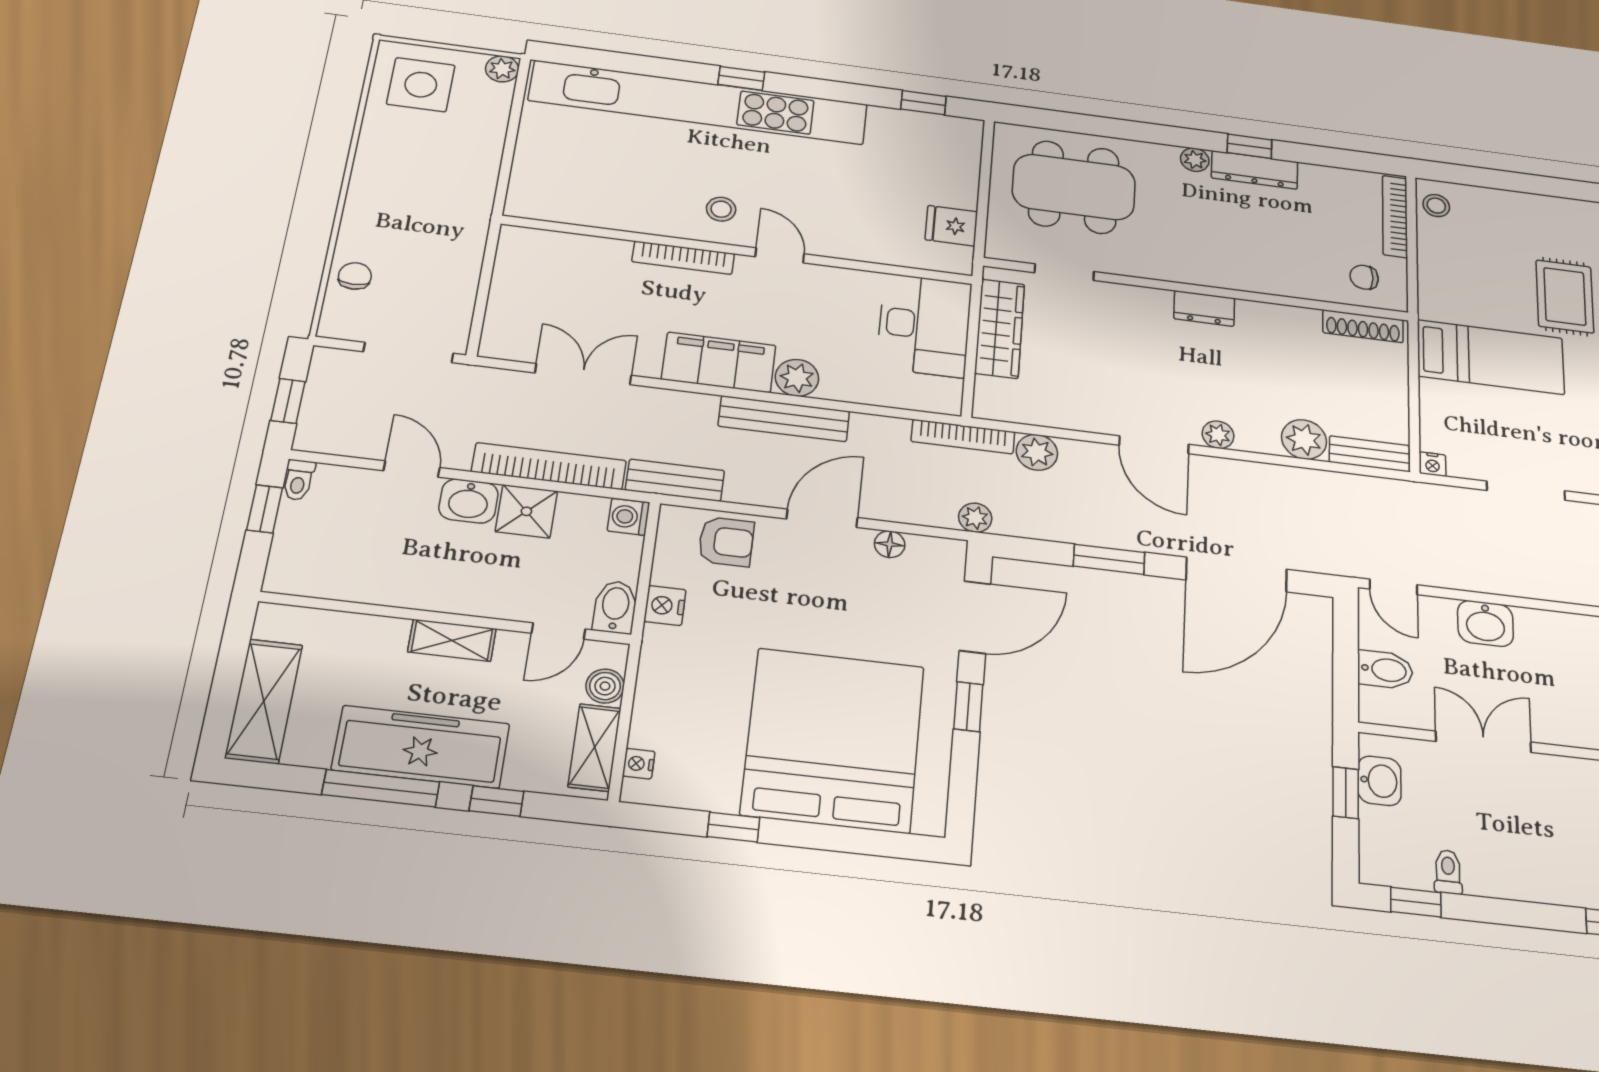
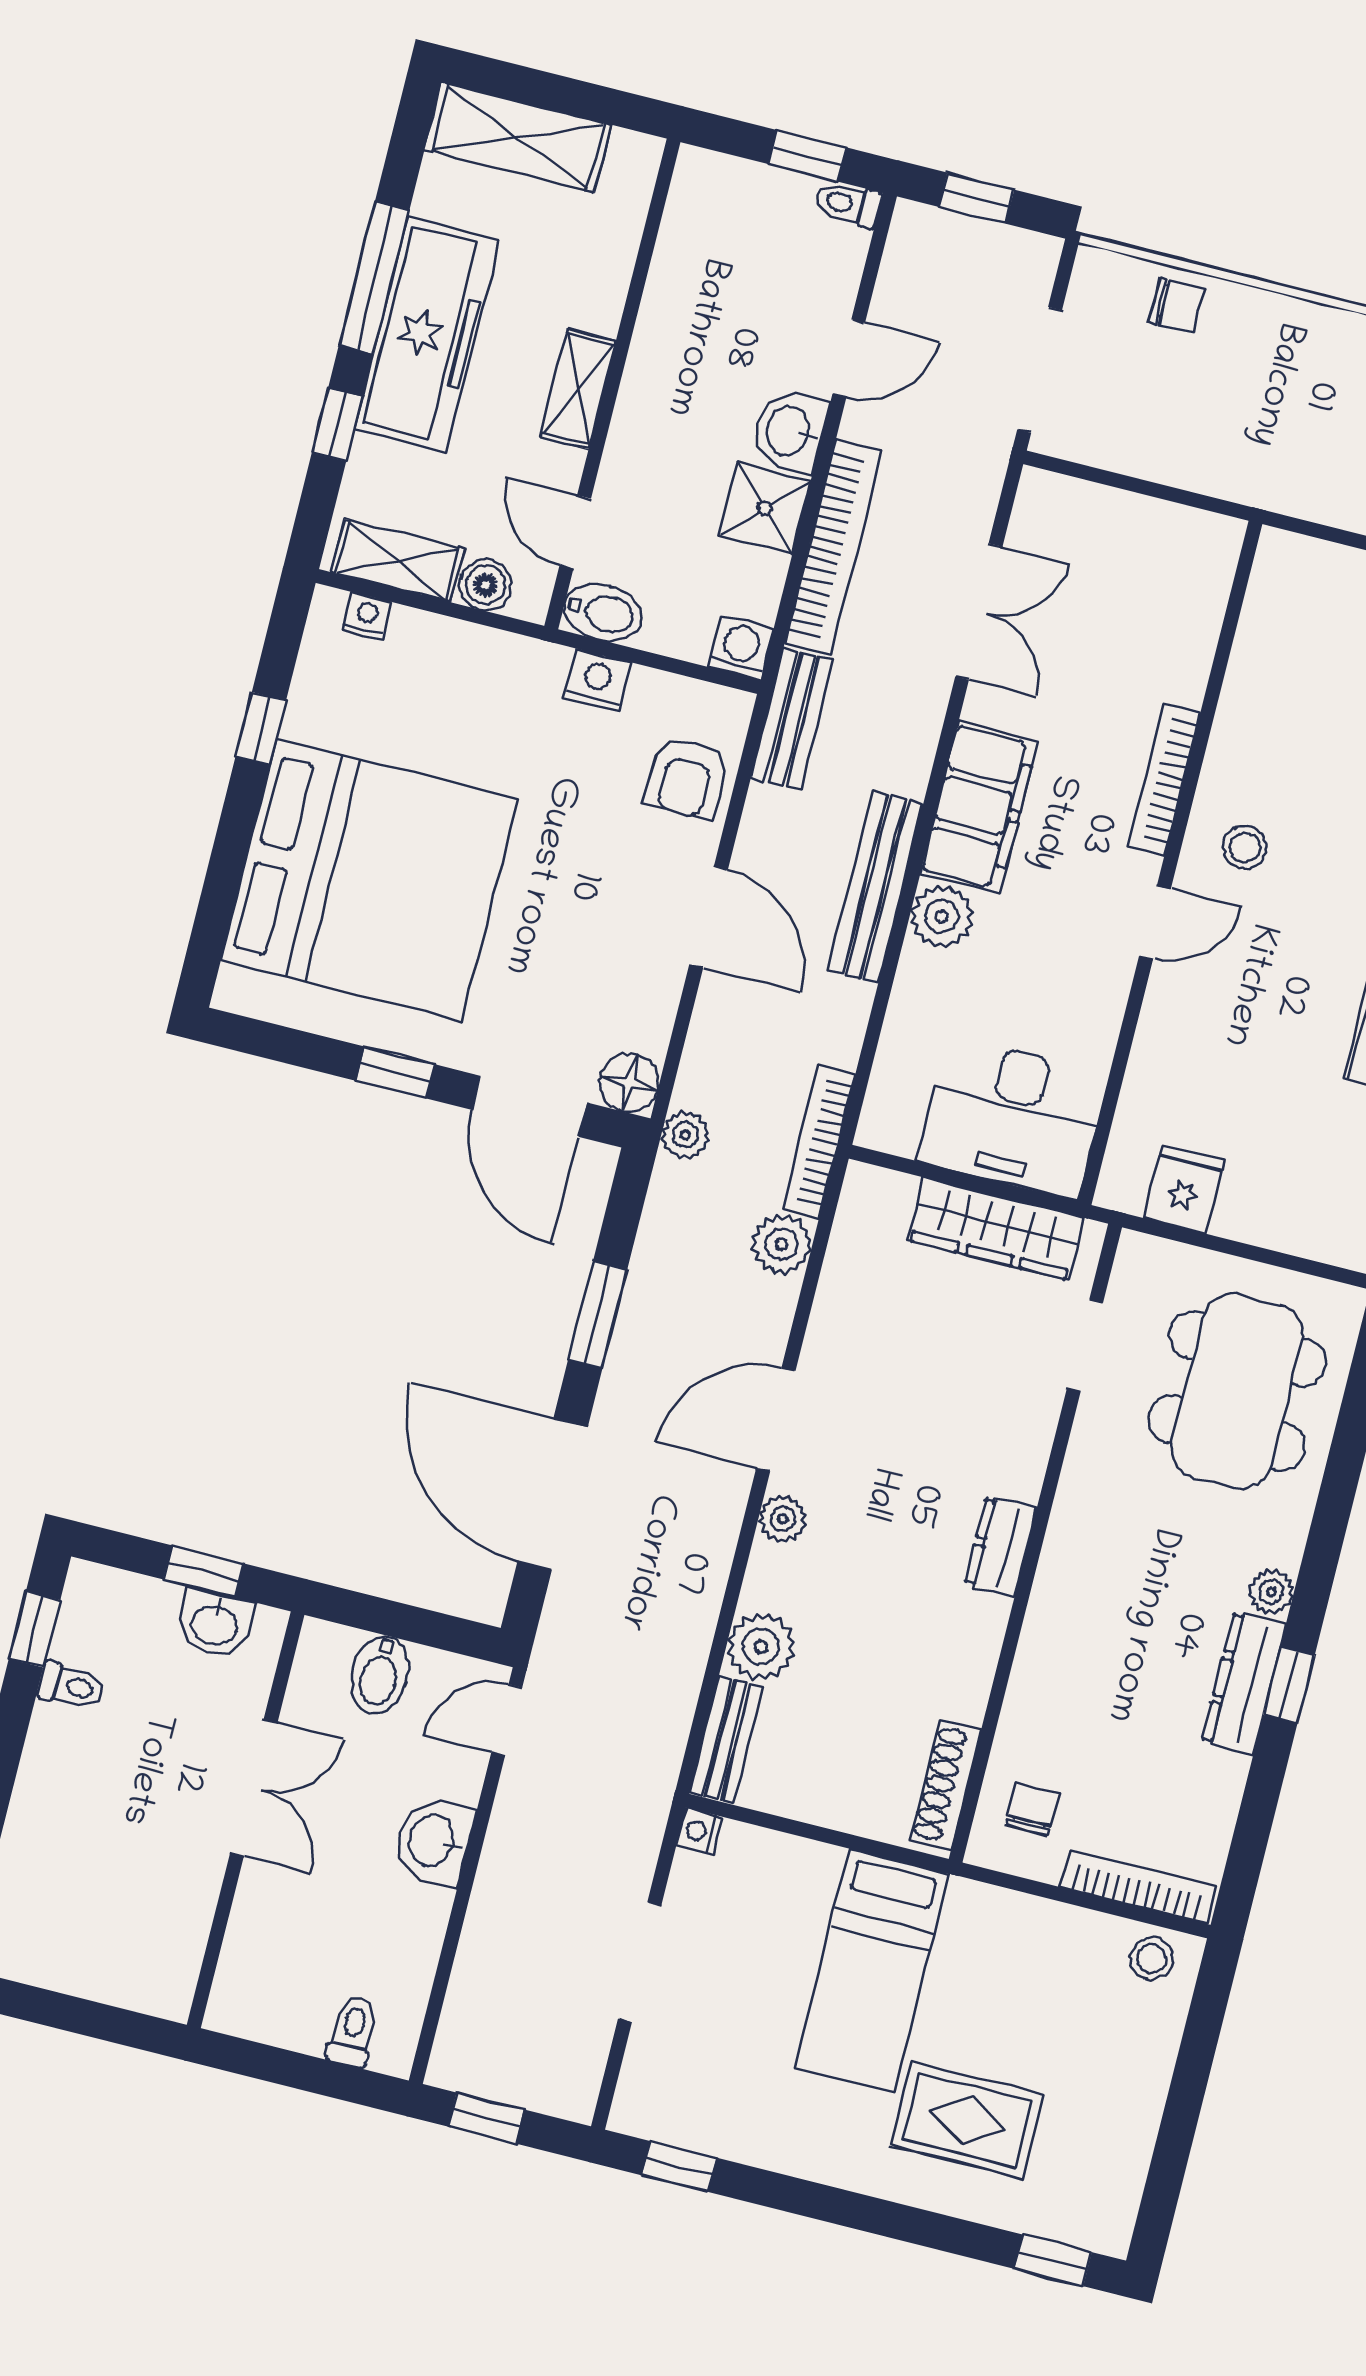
floor lamp: (890, 544) -> (629, 1083), moved, width x1.37, depth x1.37

